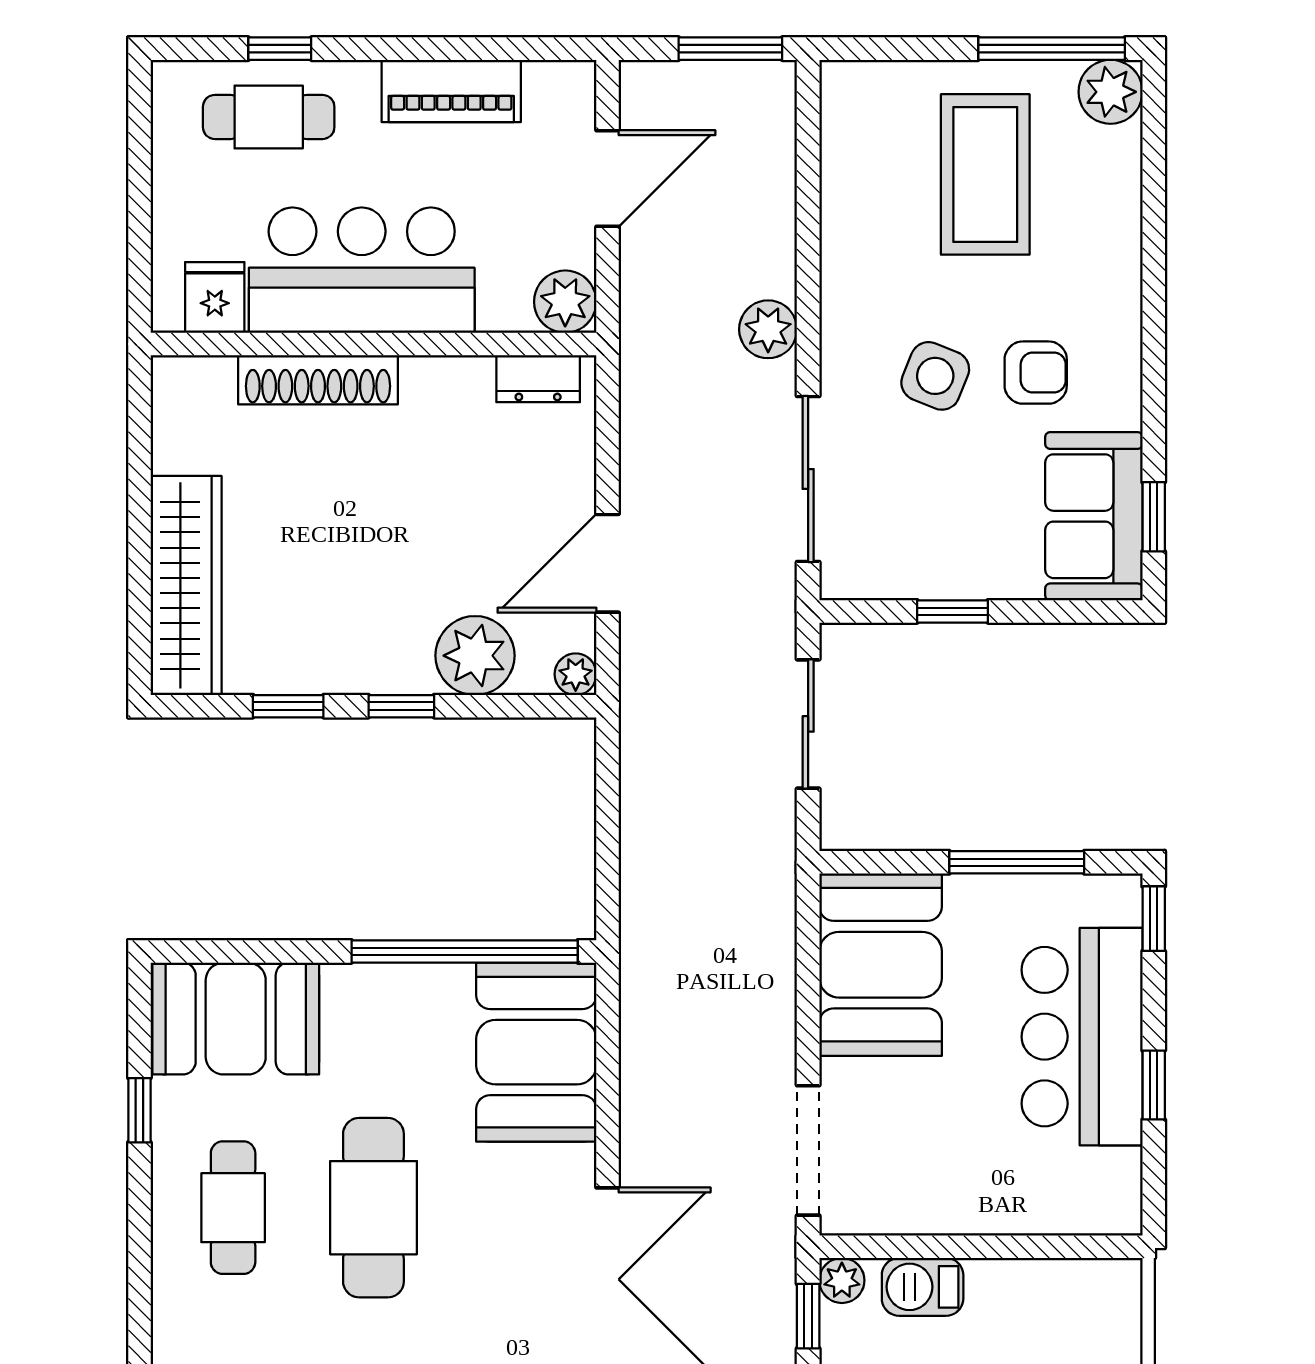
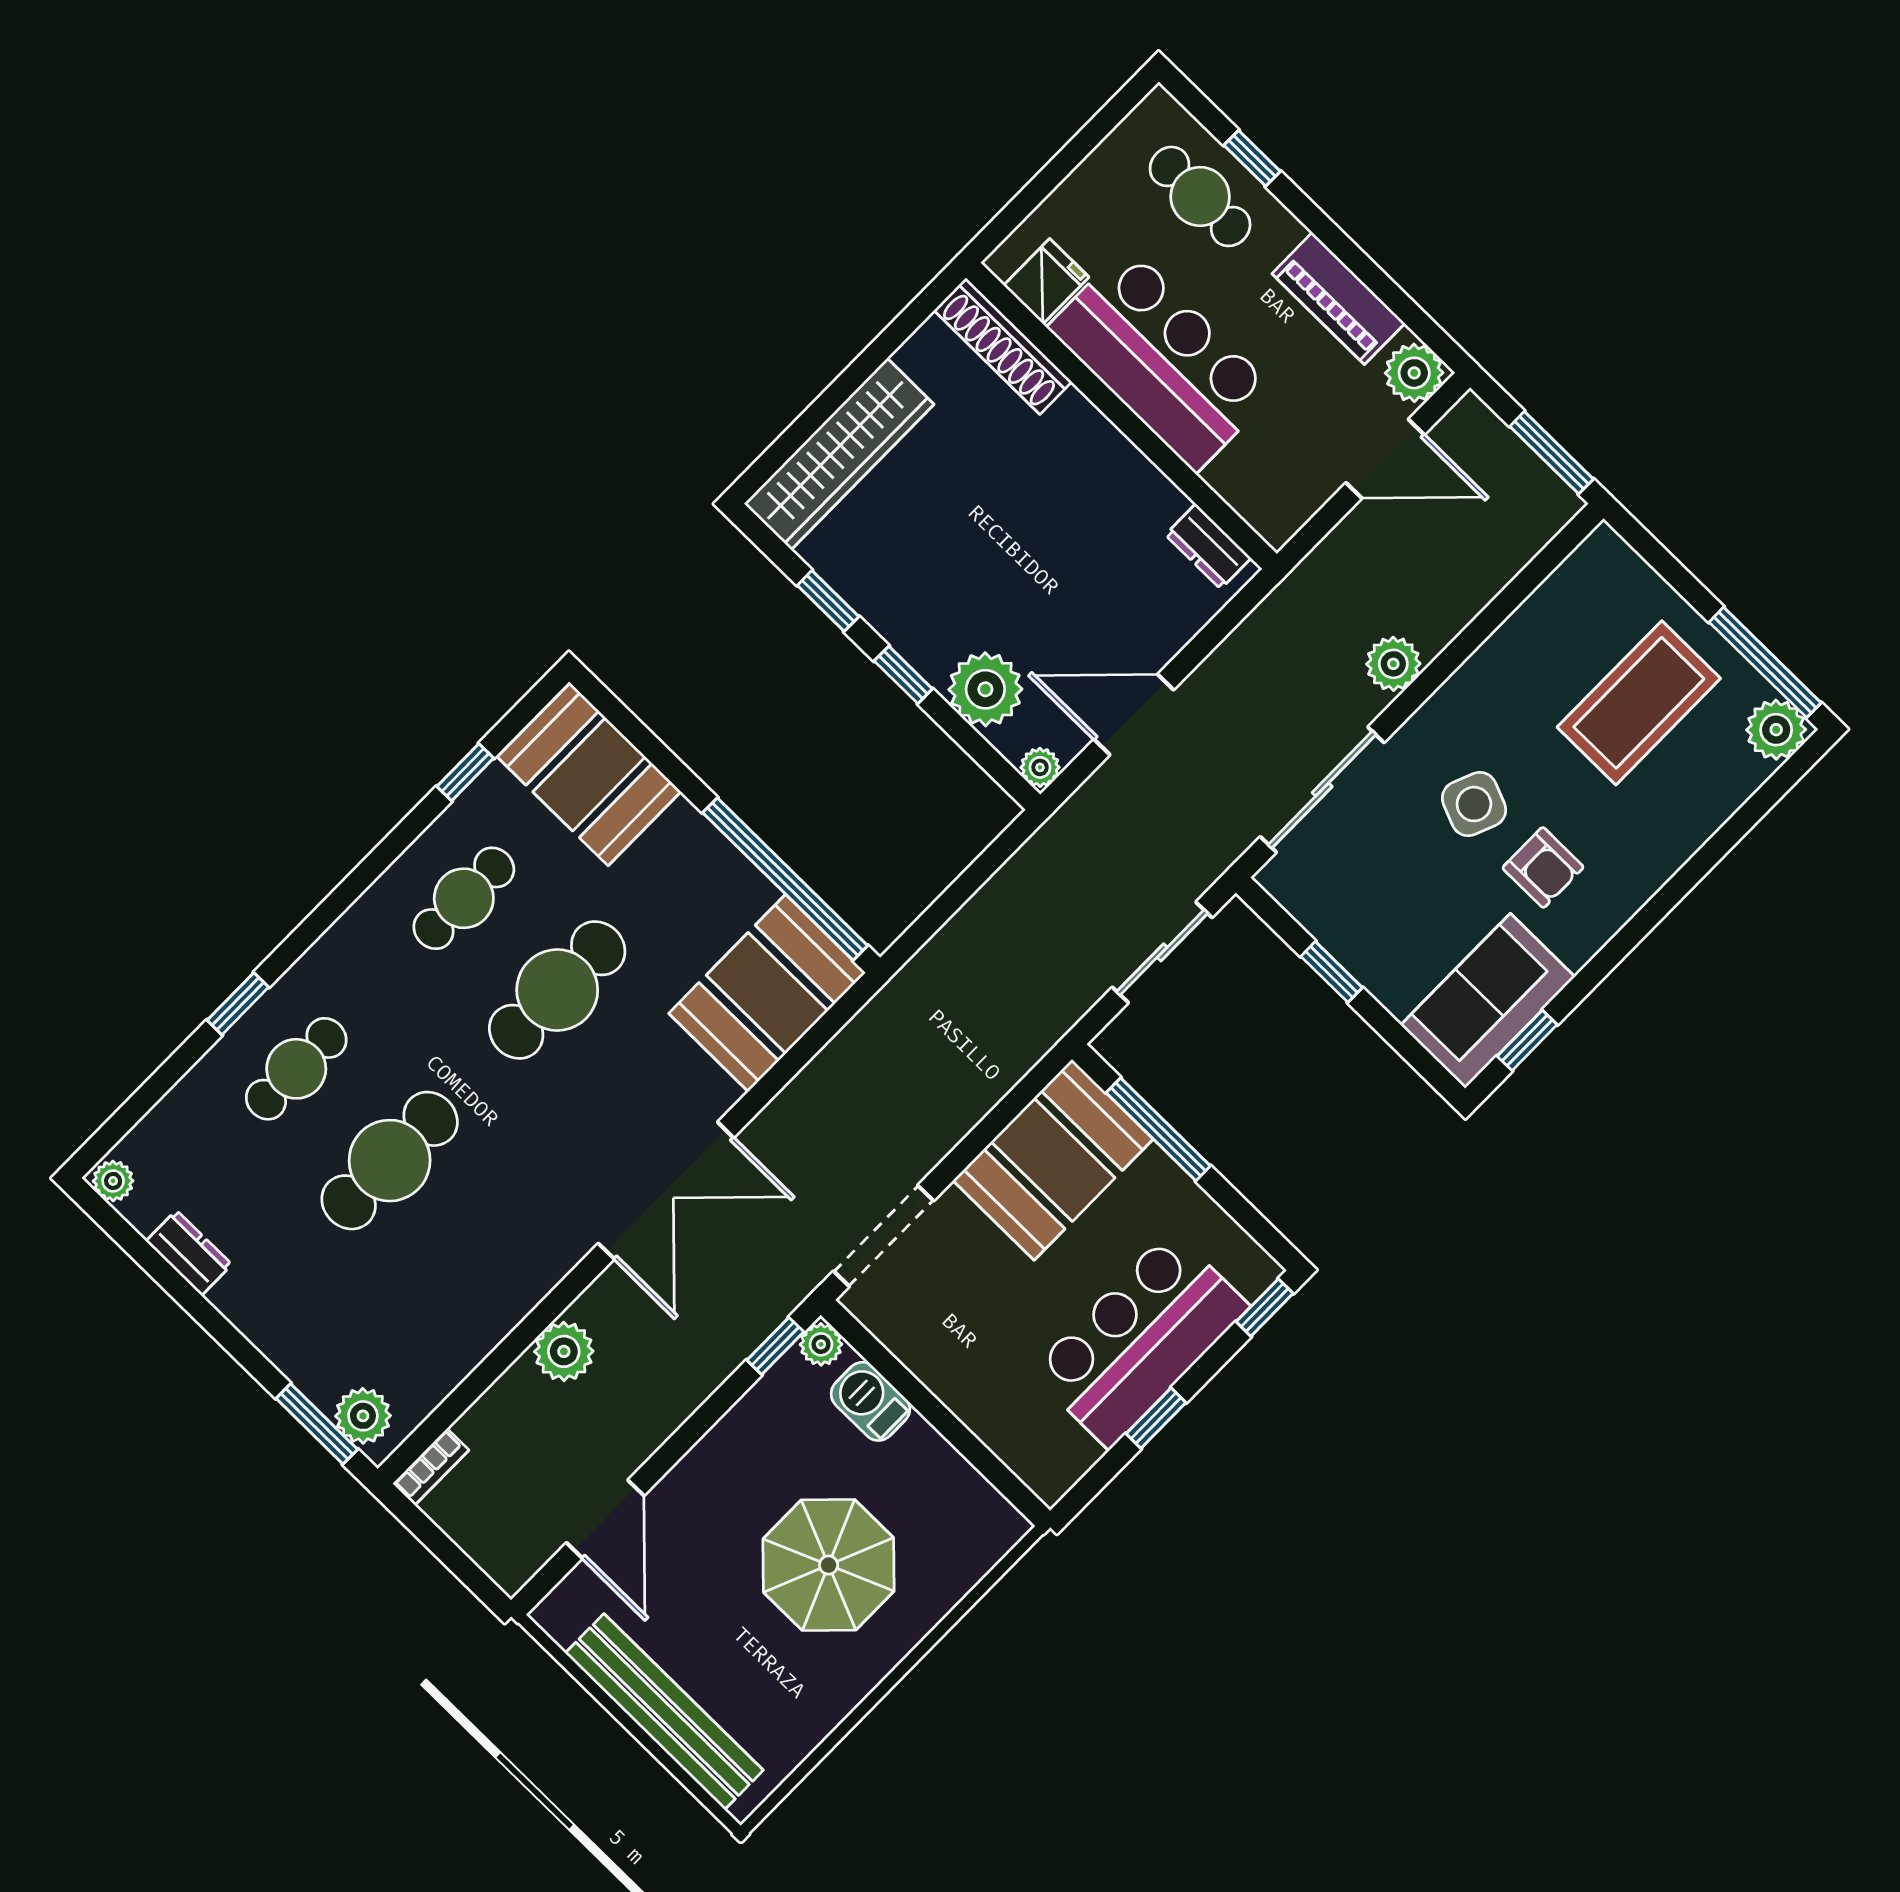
plant: (565, 302) -> (1414, 373), moved
shoe rack: (318, 380) -> (1003, 346), moved
window: (1017, 862) -> (1158, 1129), moved

